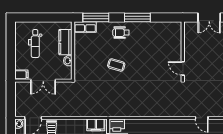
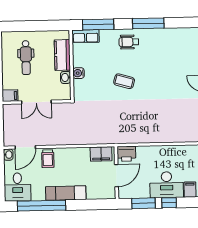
water cooler: (79, 57) -> (79, 73), added

